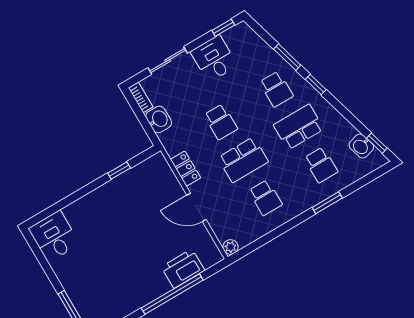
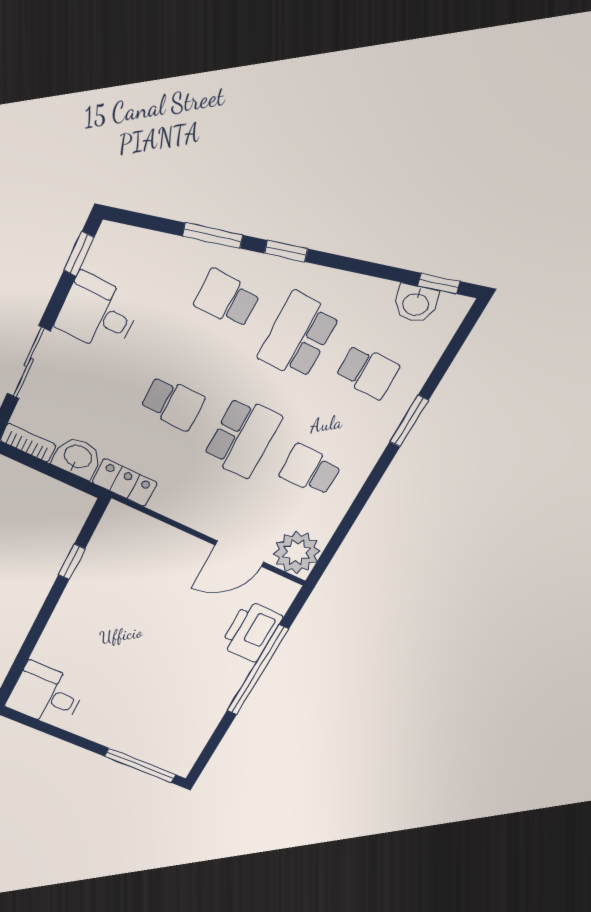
school desk: (276, 89) -> (227, 299), turned 180
locker: (186, 169) -> (125, 483), moved
school desk: (265, 198) -> (310, 470), turned 180
door: (197, 207) -> (240, 554), moved
plant: (231, 247) -> (297, 552), width x1.87, depth x1.87

